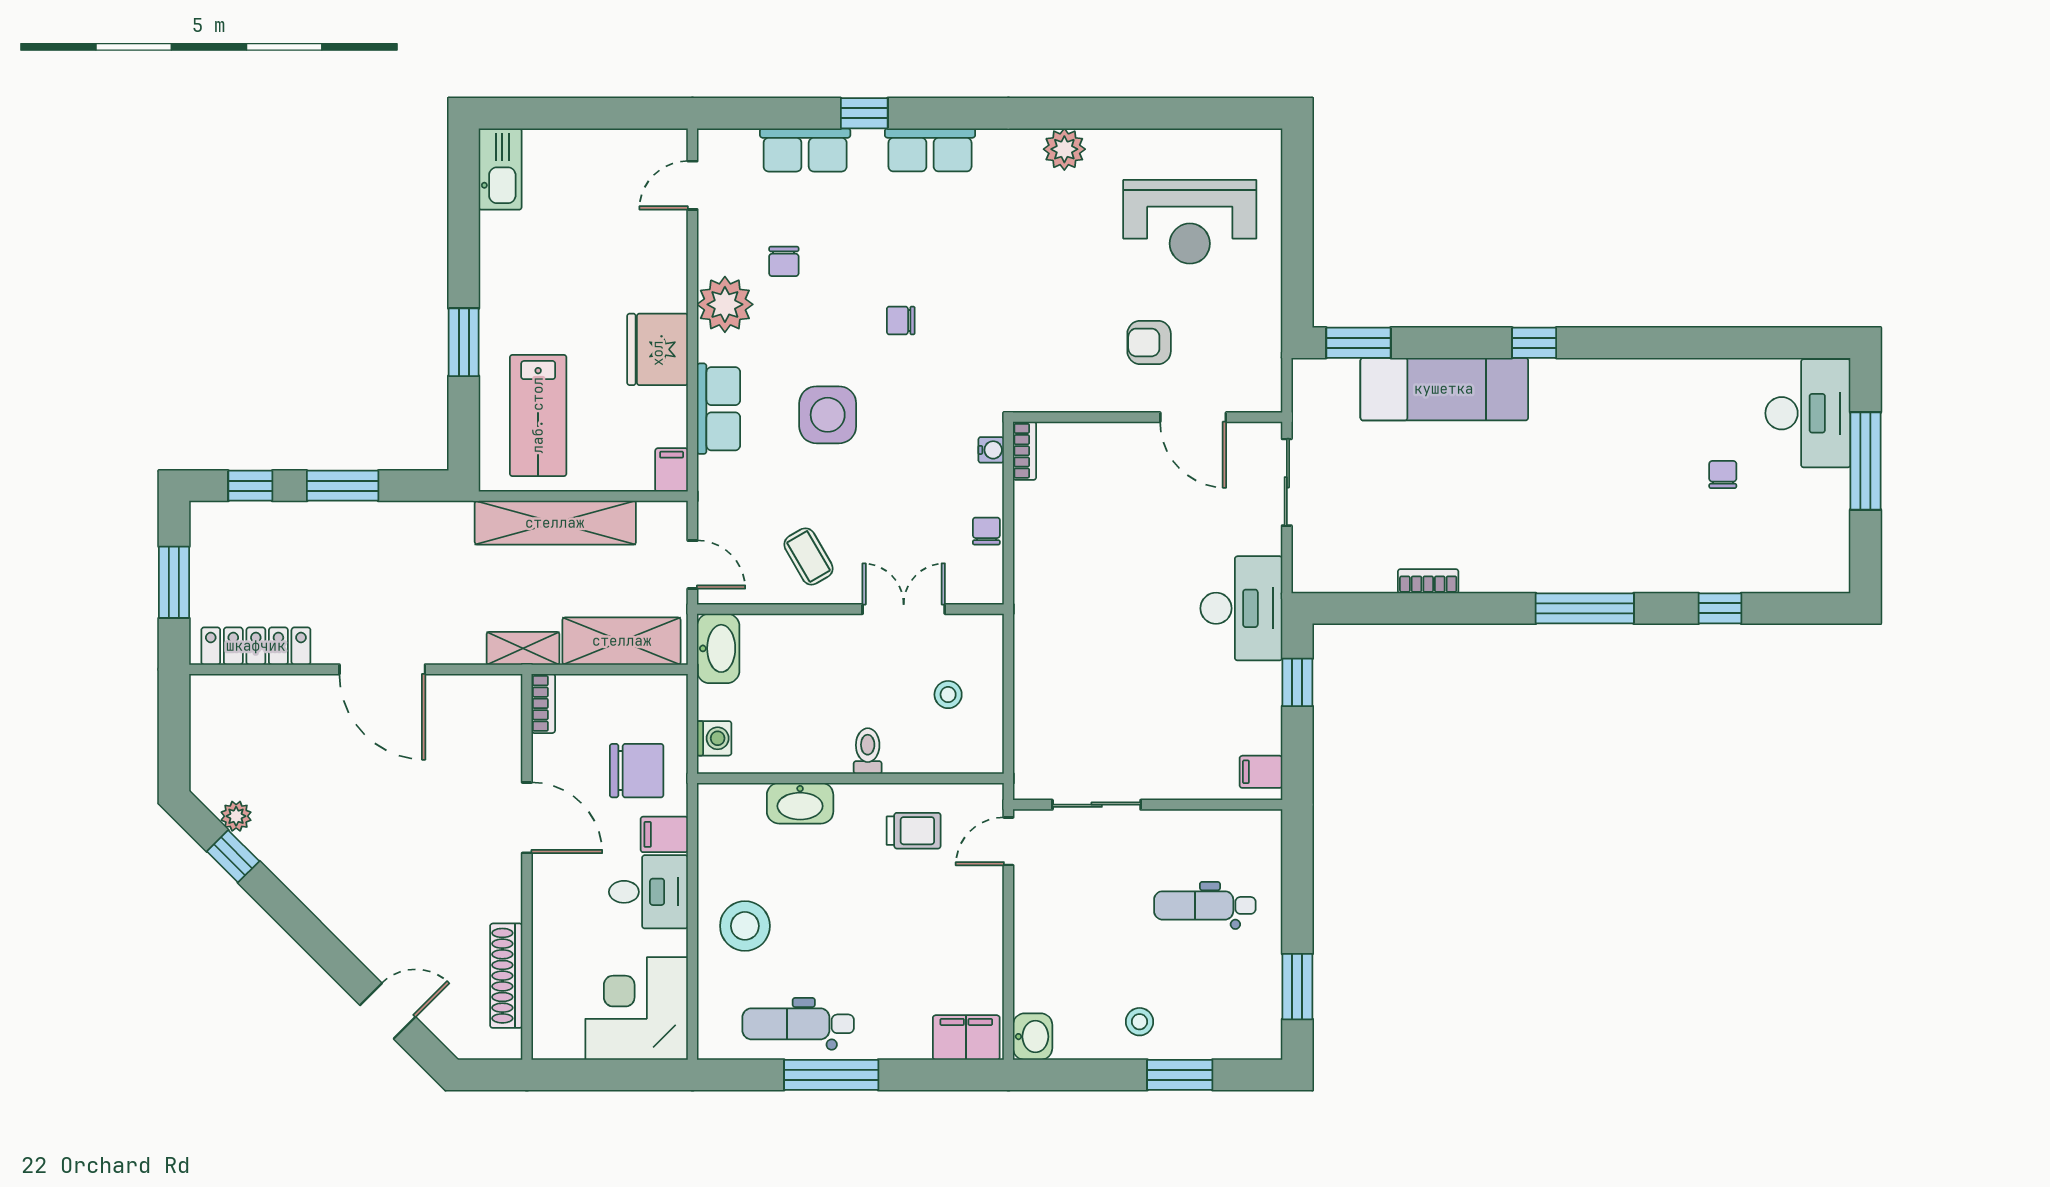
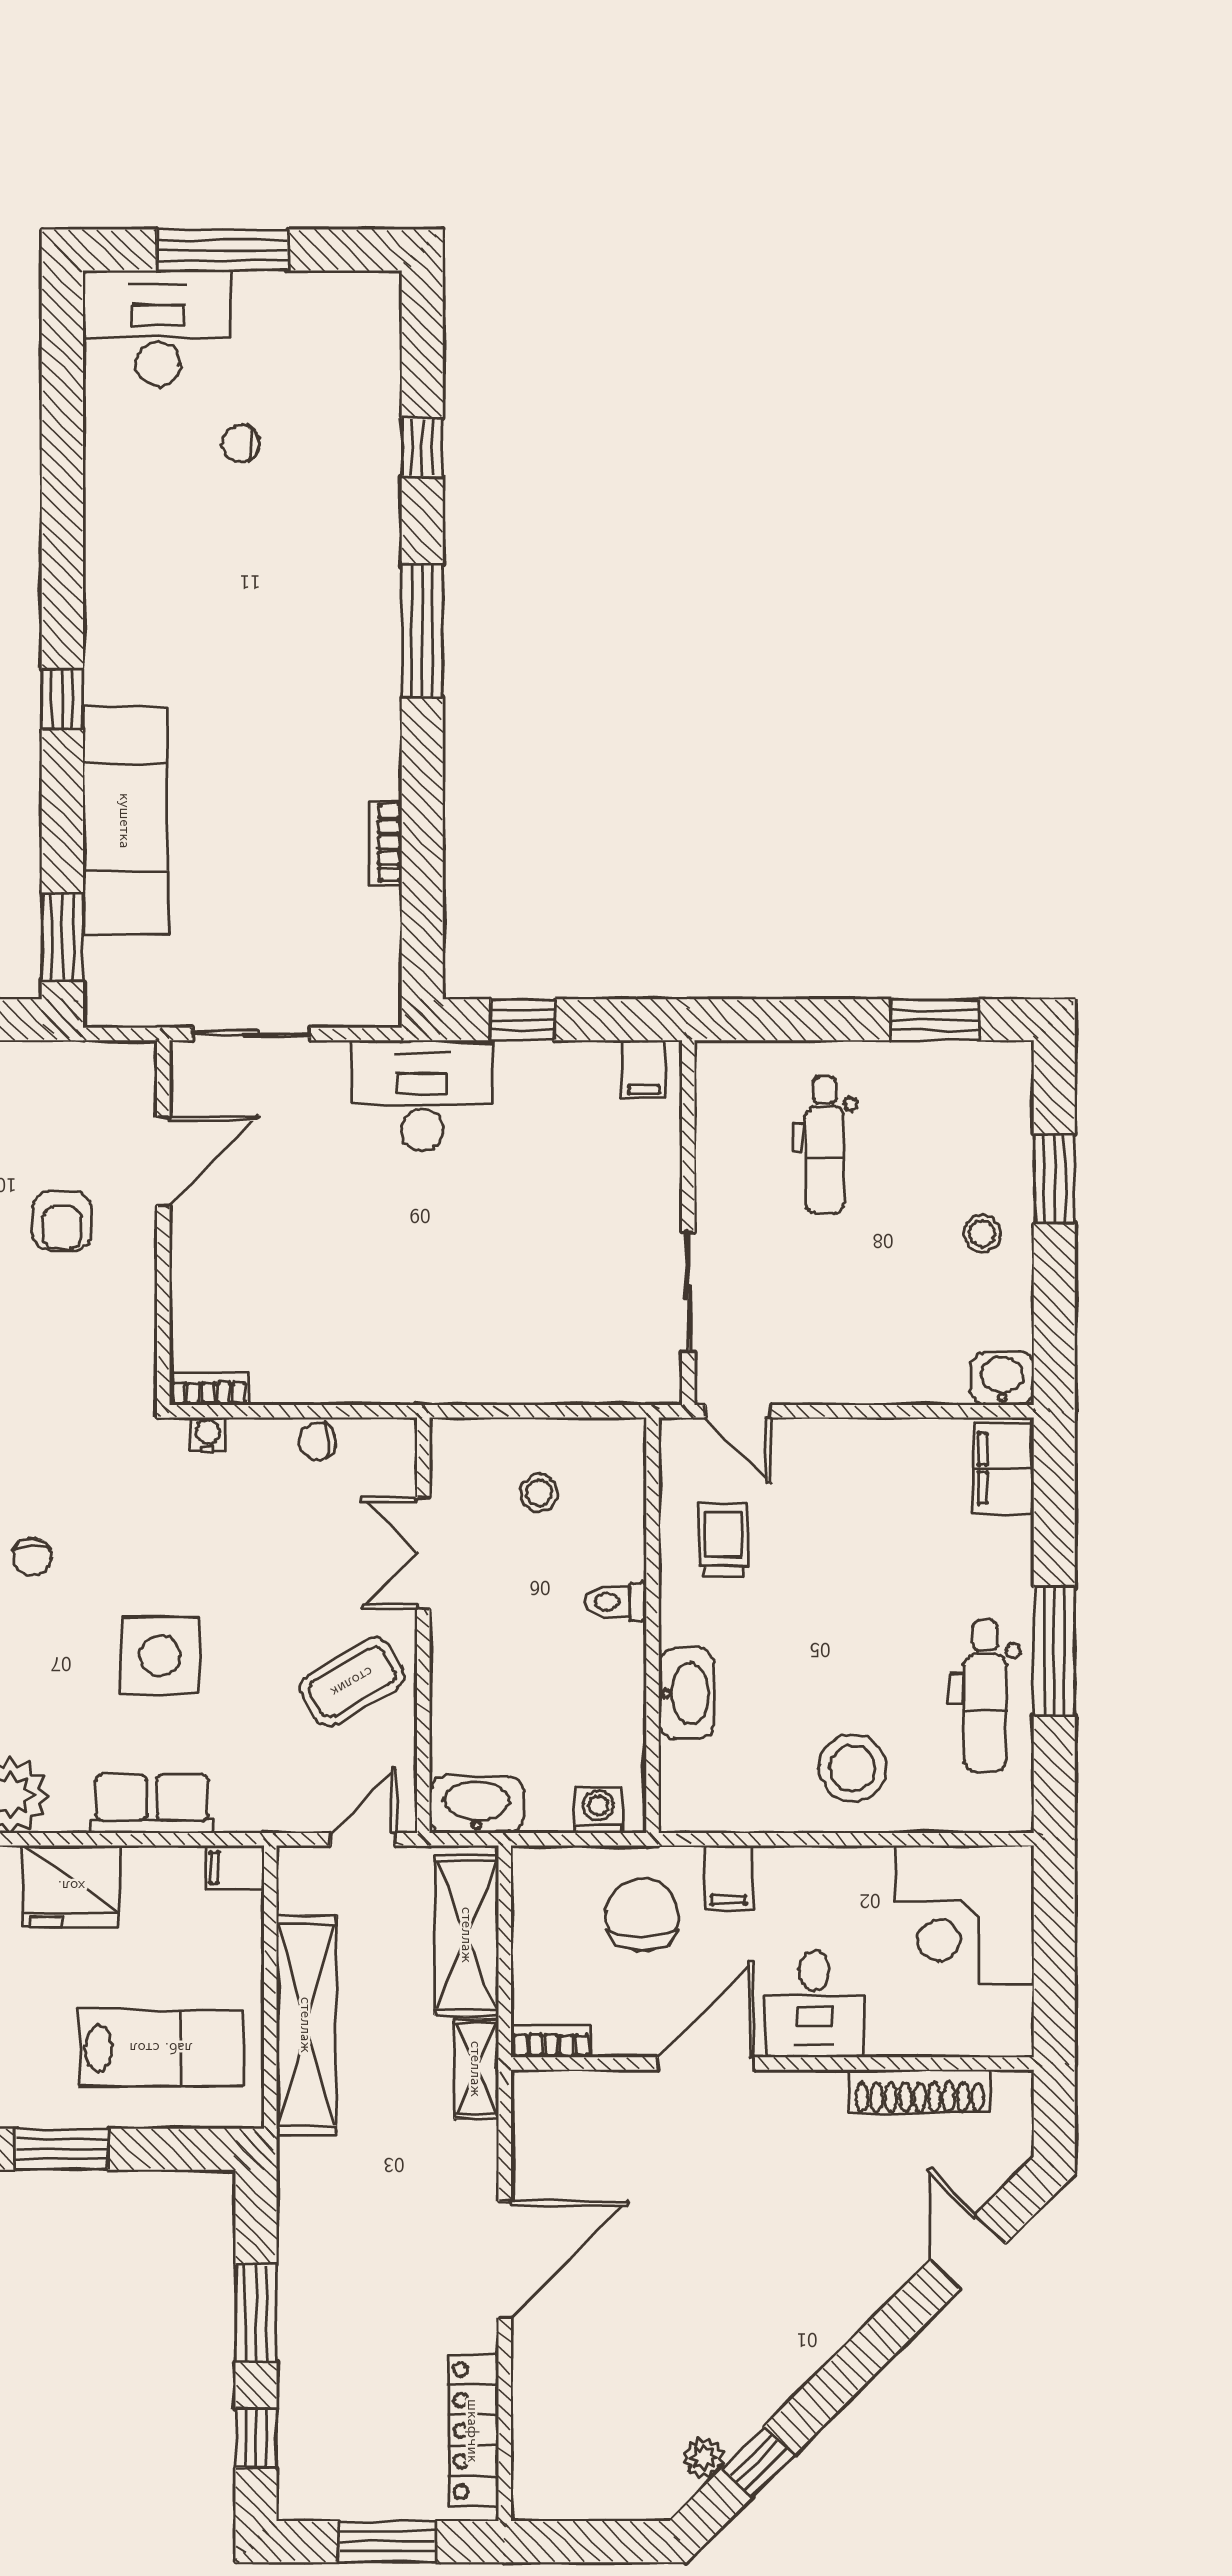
coffee table: (808, 556) -> (352, 1682), width x1.36, depth x1.30
desk: (648, 892) -> (814, 2004), moved, turned 180

